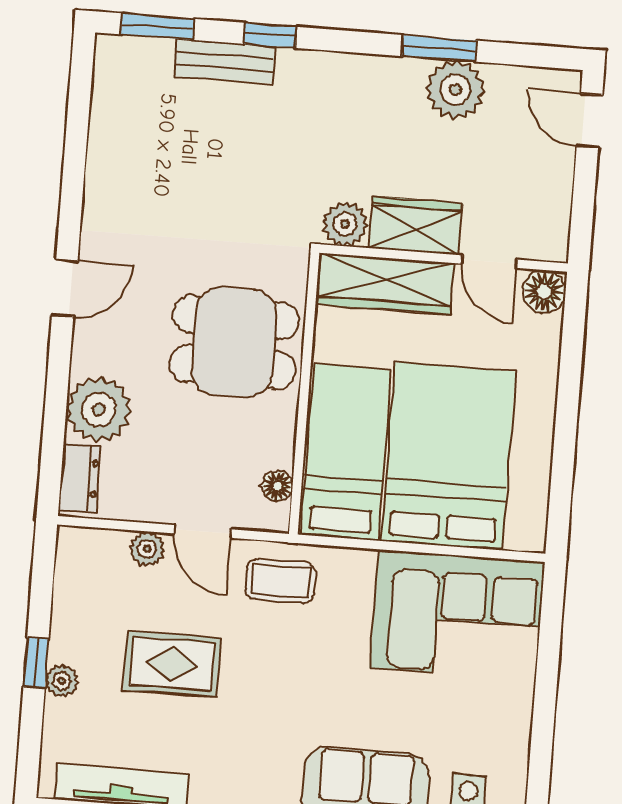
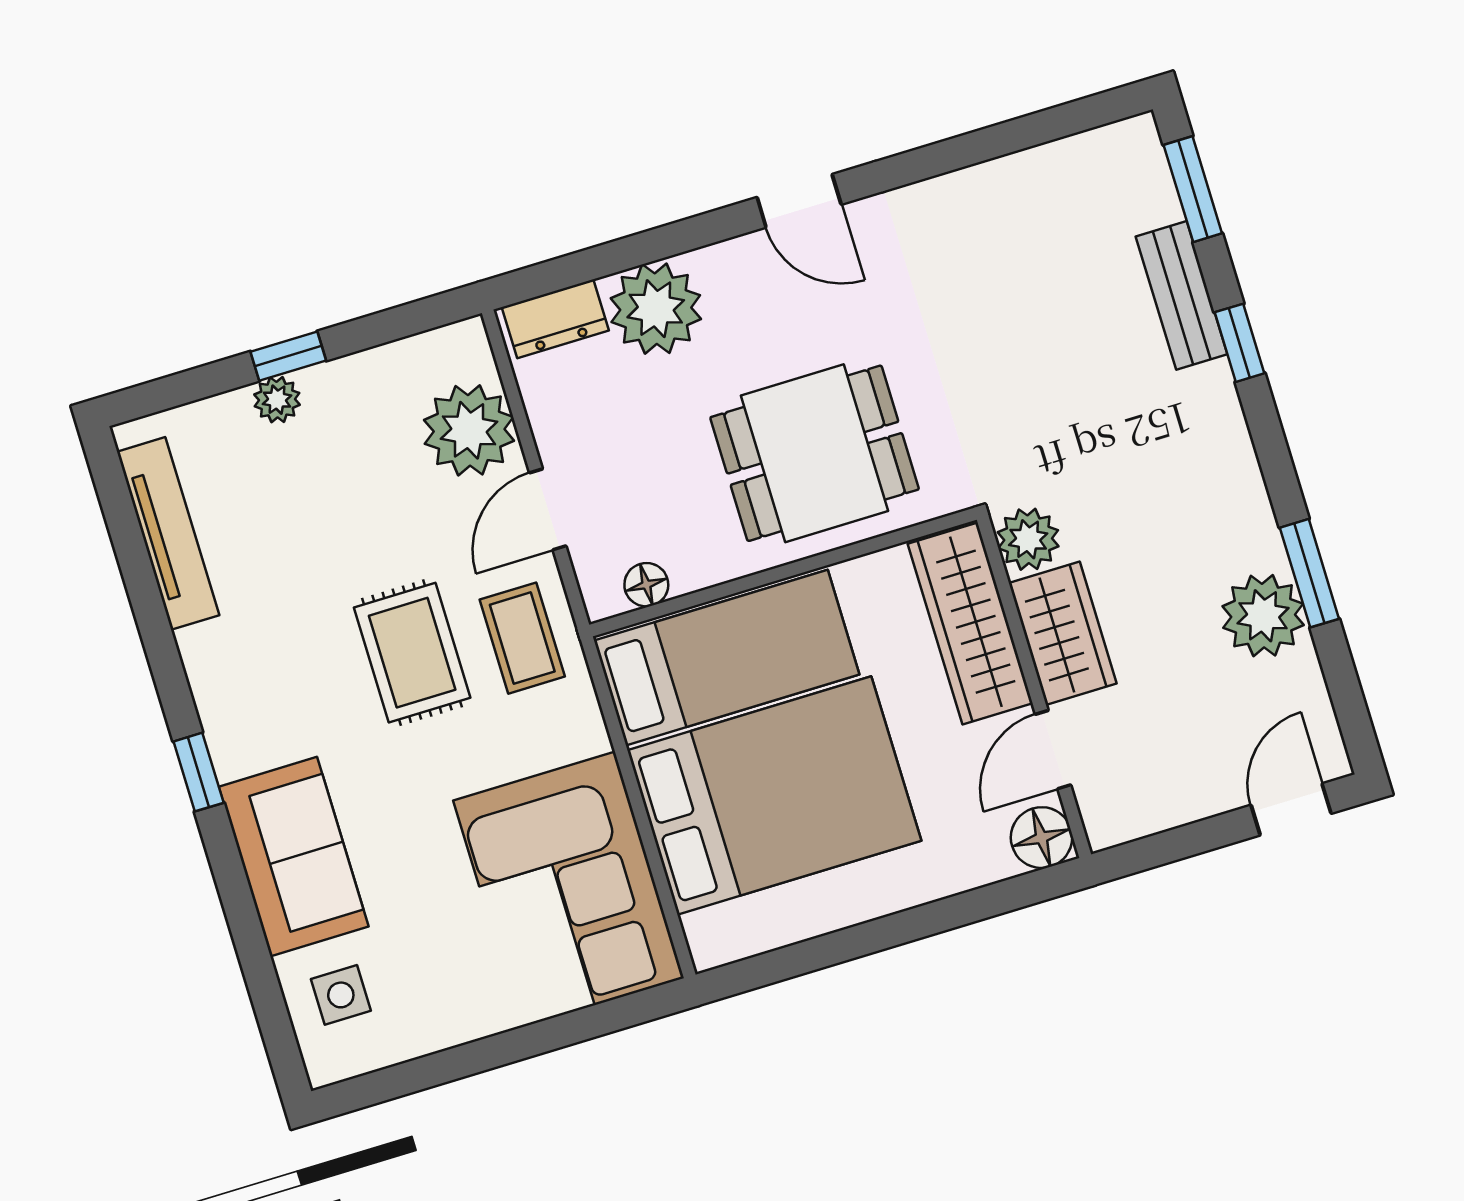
dining table: (234, 342) -> (815, 453), turned 90
plant: (147, 549) -> (469, 430), width x1.87, depth x1.87
rug: (172, 664) -> (412, 653), moved

